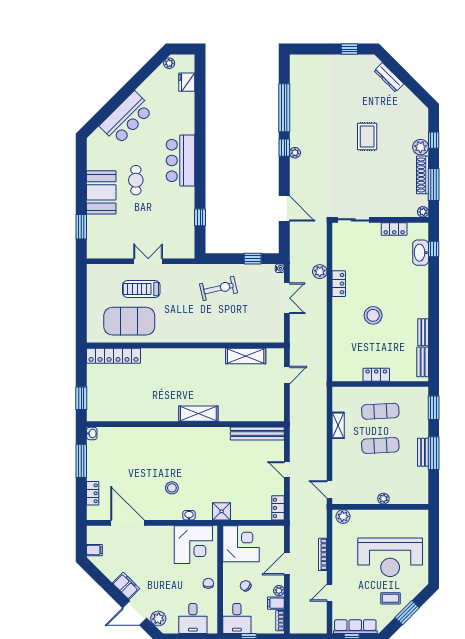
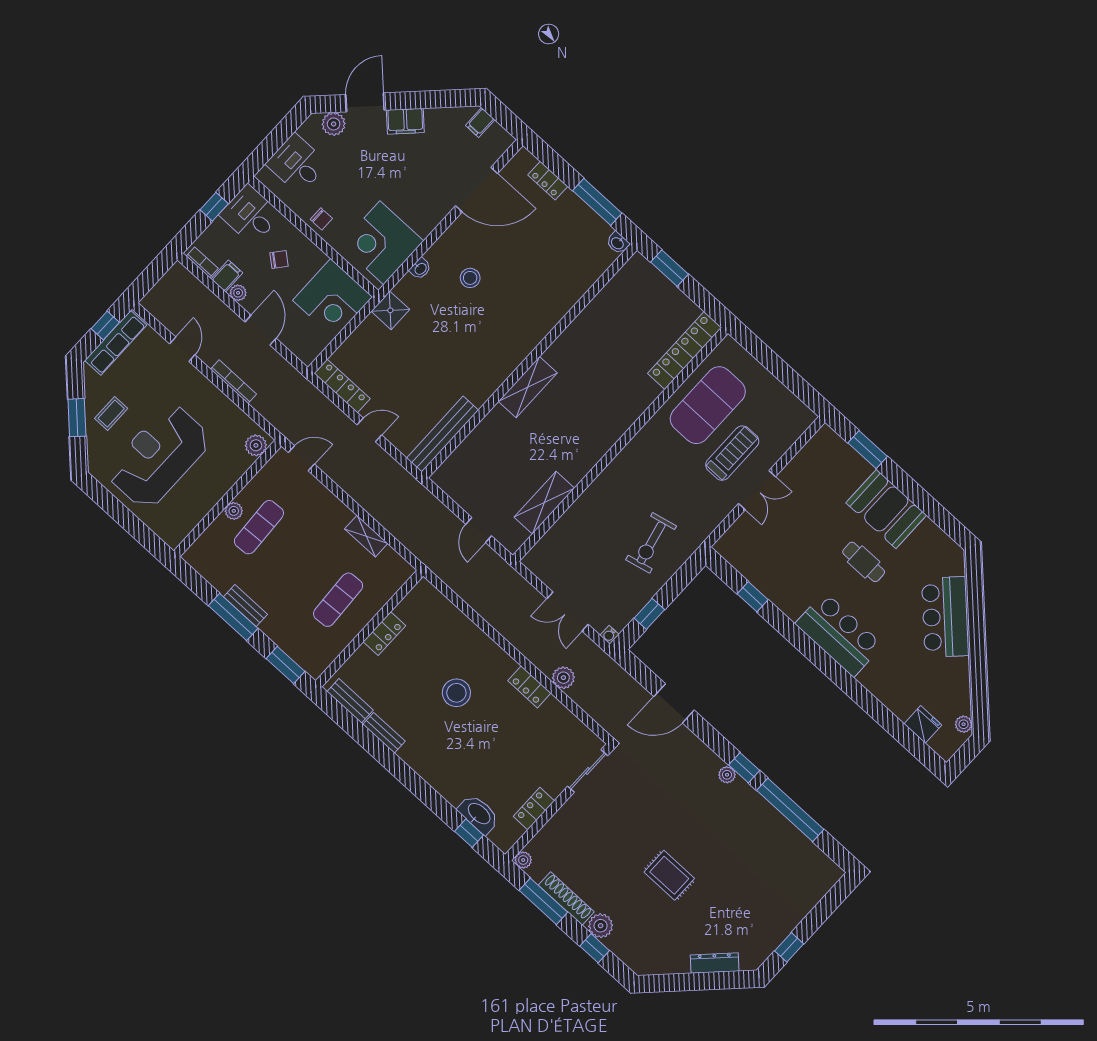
exercise mat: (380, 445) -> (259, 527), moved
locker: (278, 508) -> (342, 386), width x1.53

